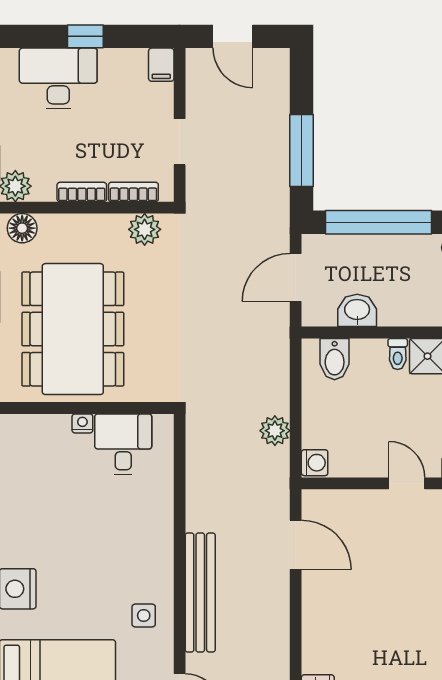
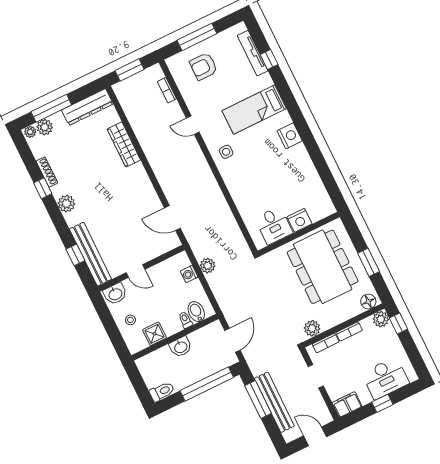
filing cabinet: (161, 65) -> (347, 405), width x2.00
washbasin: (357, 310) -> (181, 347), moved
toilet: (398, 354) -> (185, 320), moved
nightstand: (82, 423) -> (300, 220), width x1.89, depth x1.79
washing machine: (315, 463) -> (189, 274), moved
bench: (200, 593) -> (274, 402), moved

